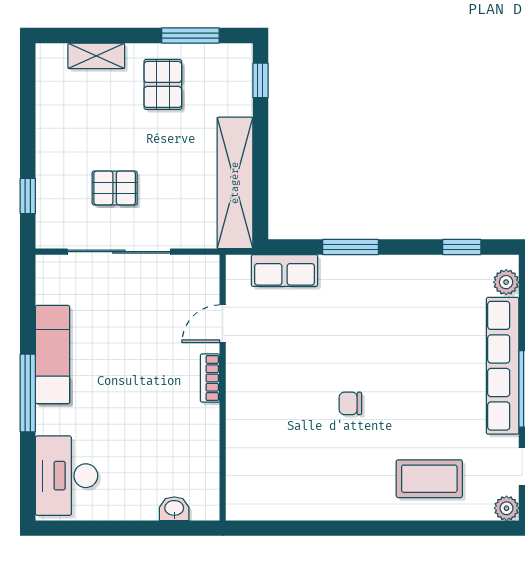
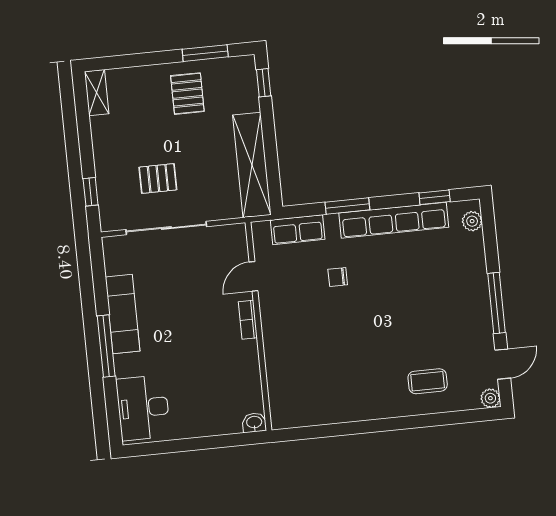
shelving: (96, 56) -> (97, 93), moved, turned 90
row of seats: (503, 366) -> (394, 220), moved, turned -90
chair: (350, 403) -> (338, 277), moved
coffee table: (429, 479) -> (428, 381), width x0.73, depth x0.77
washbasin: (174, 509) -> (254, 423), moved

